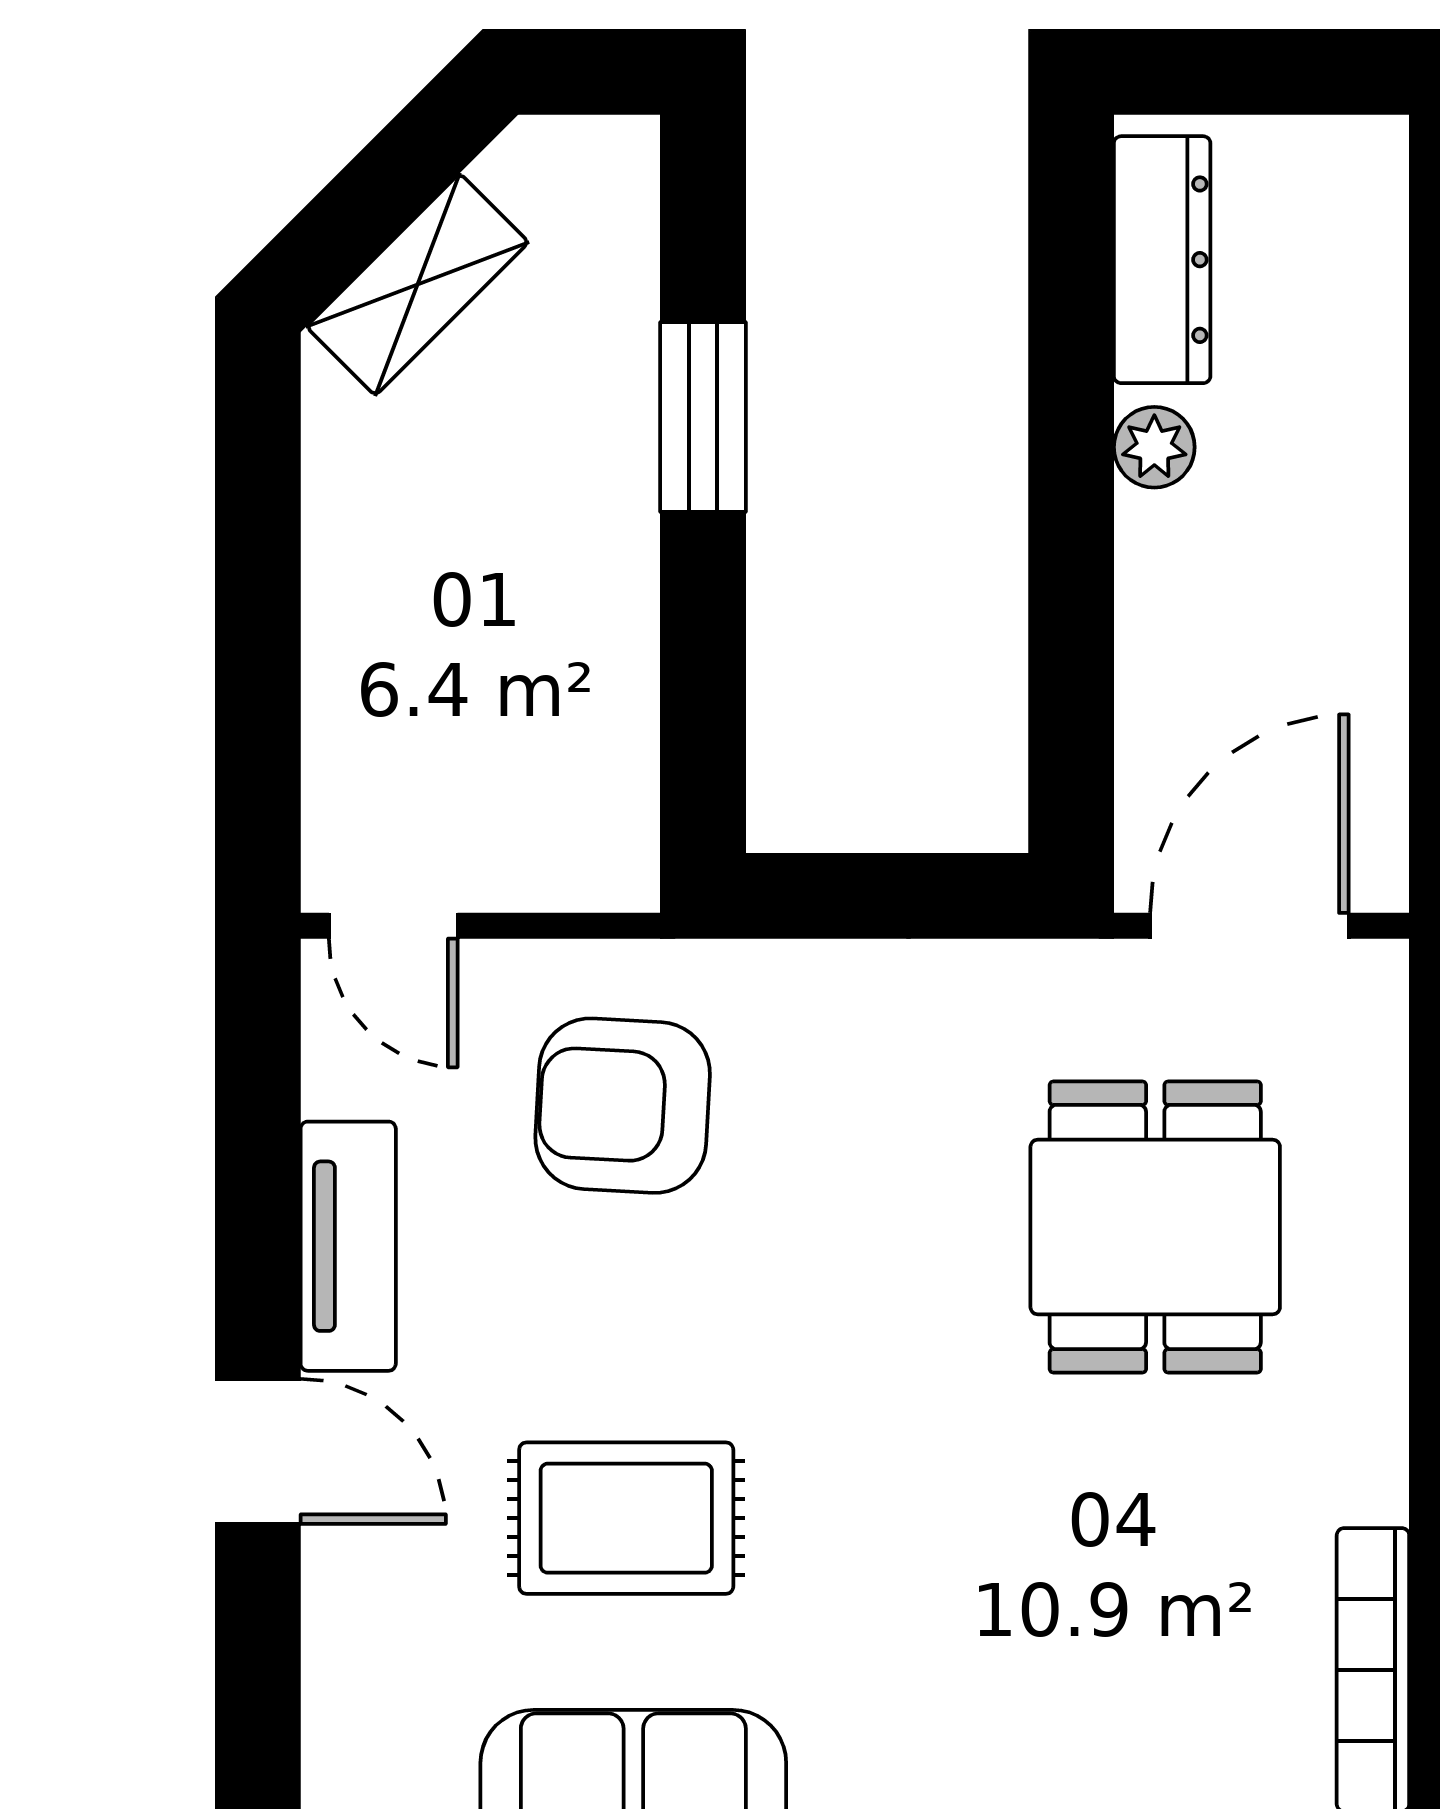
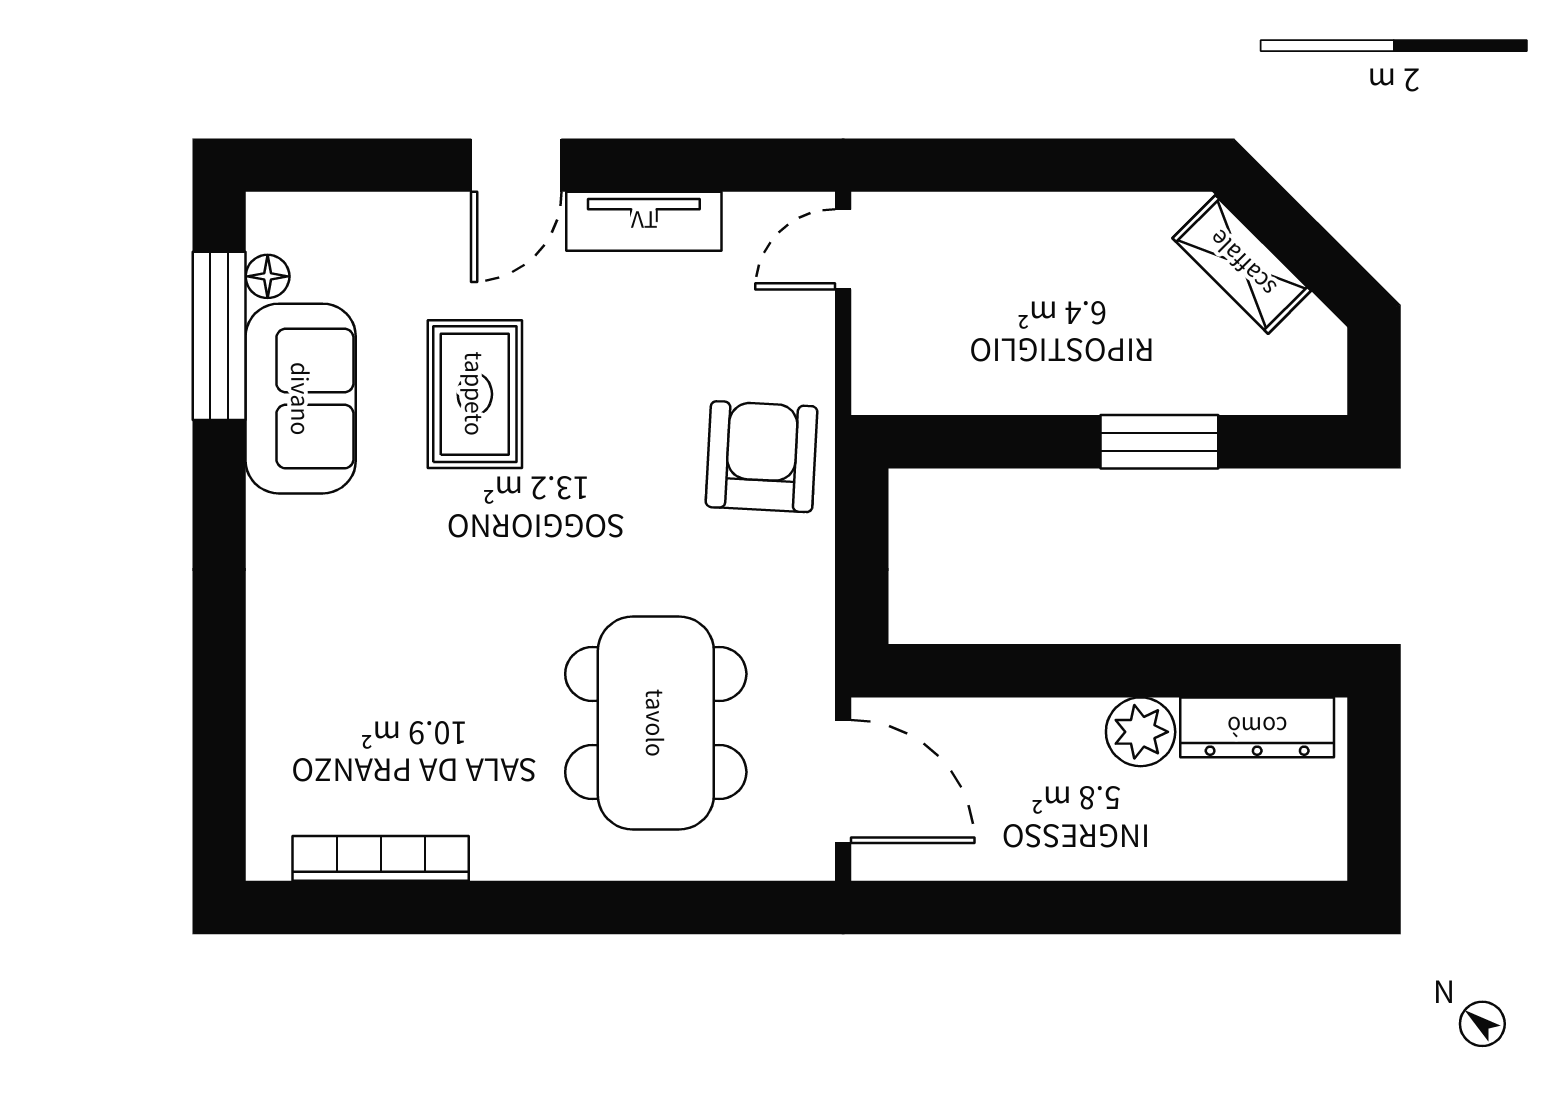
plant: (1154, 447) -> (1141, 732), width x1.38, depth x1.38
armchair: (623, 1106) -> (762, 457), moved
dining table: (1155, 1227) -> (656, 723), width x1.38

